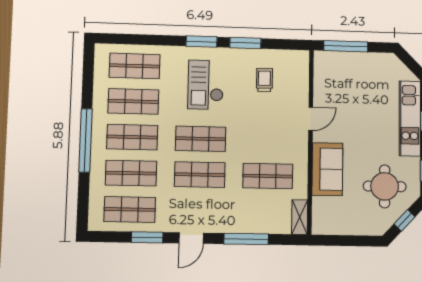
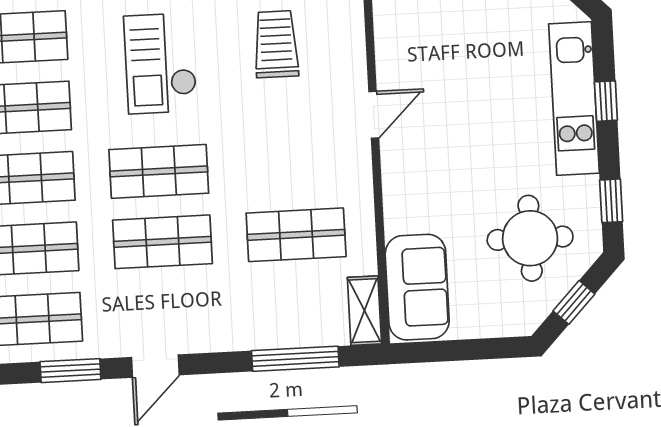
trolley: (264, 80) -> (276, 44), width x1.36, depth x1.39
sofa: (327, 169) -> (417, 287), moved
window: (246, 239) -> (295, 359), moved

